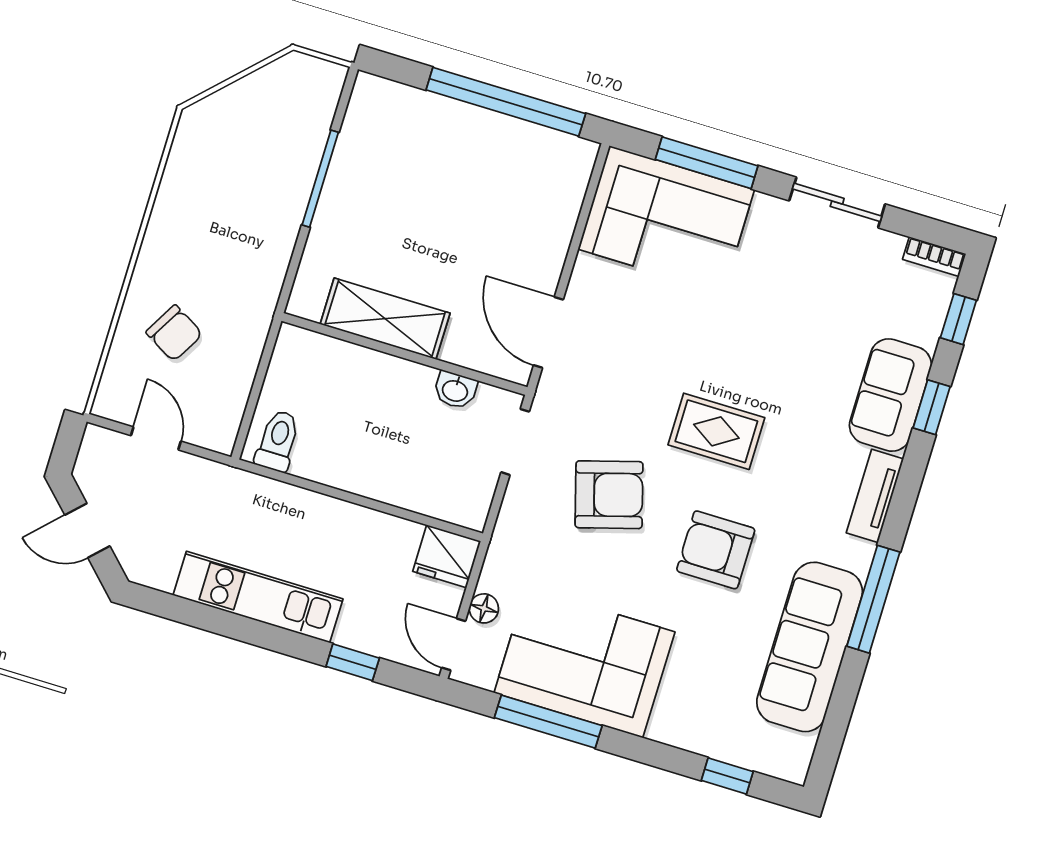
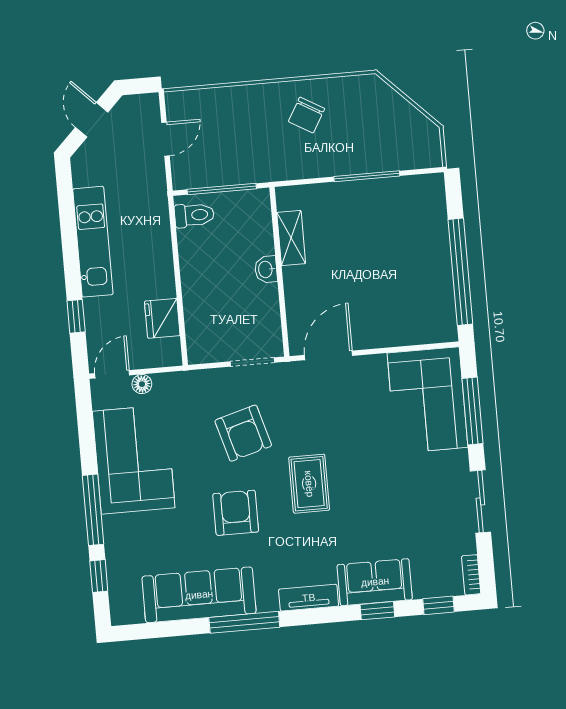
shelving: (385, 319) -> (291, 238), width x0.67, depth x0.75
chair: (174, 333) -> (306, 115), moved
window: (257, 388) -> (222, 189), added
washbasin: (455, 390) -> (266, 269), moved
fridge: (447, 556) -> (162, 318), moved
window: (548, 722) -> (93, 510), moved

